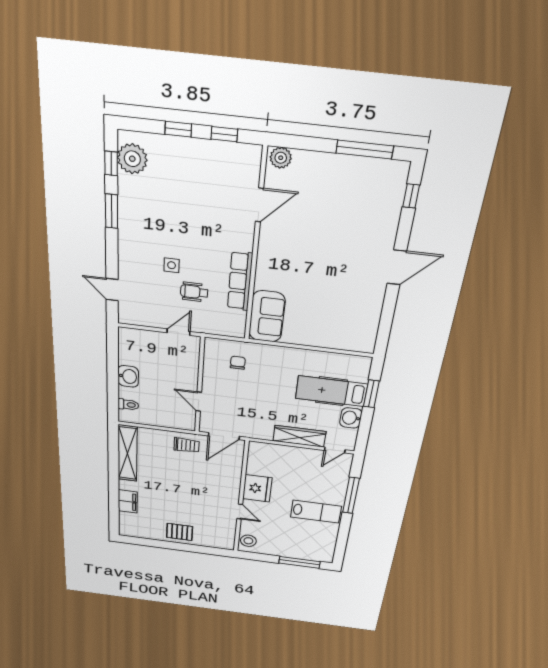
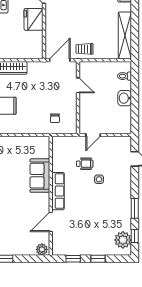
row of seats: (240, 281) -> (58, 191), moved
sofa: (267, 316) -> (40, 176), moved

